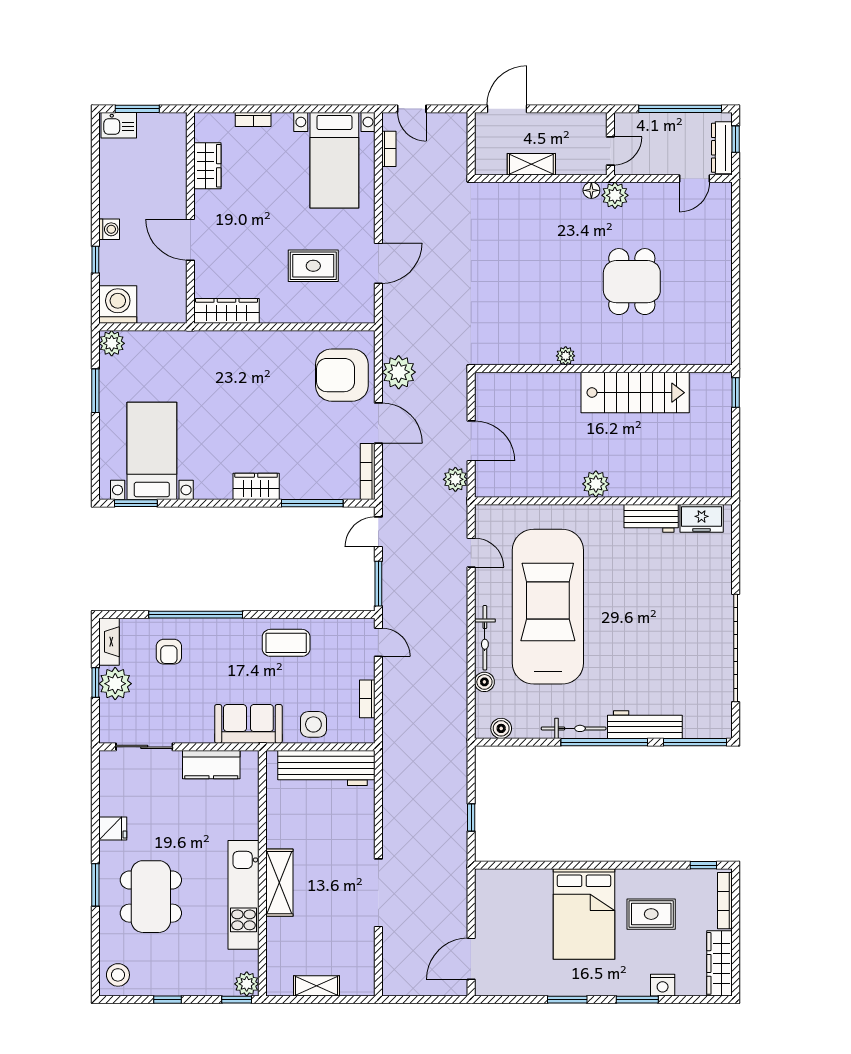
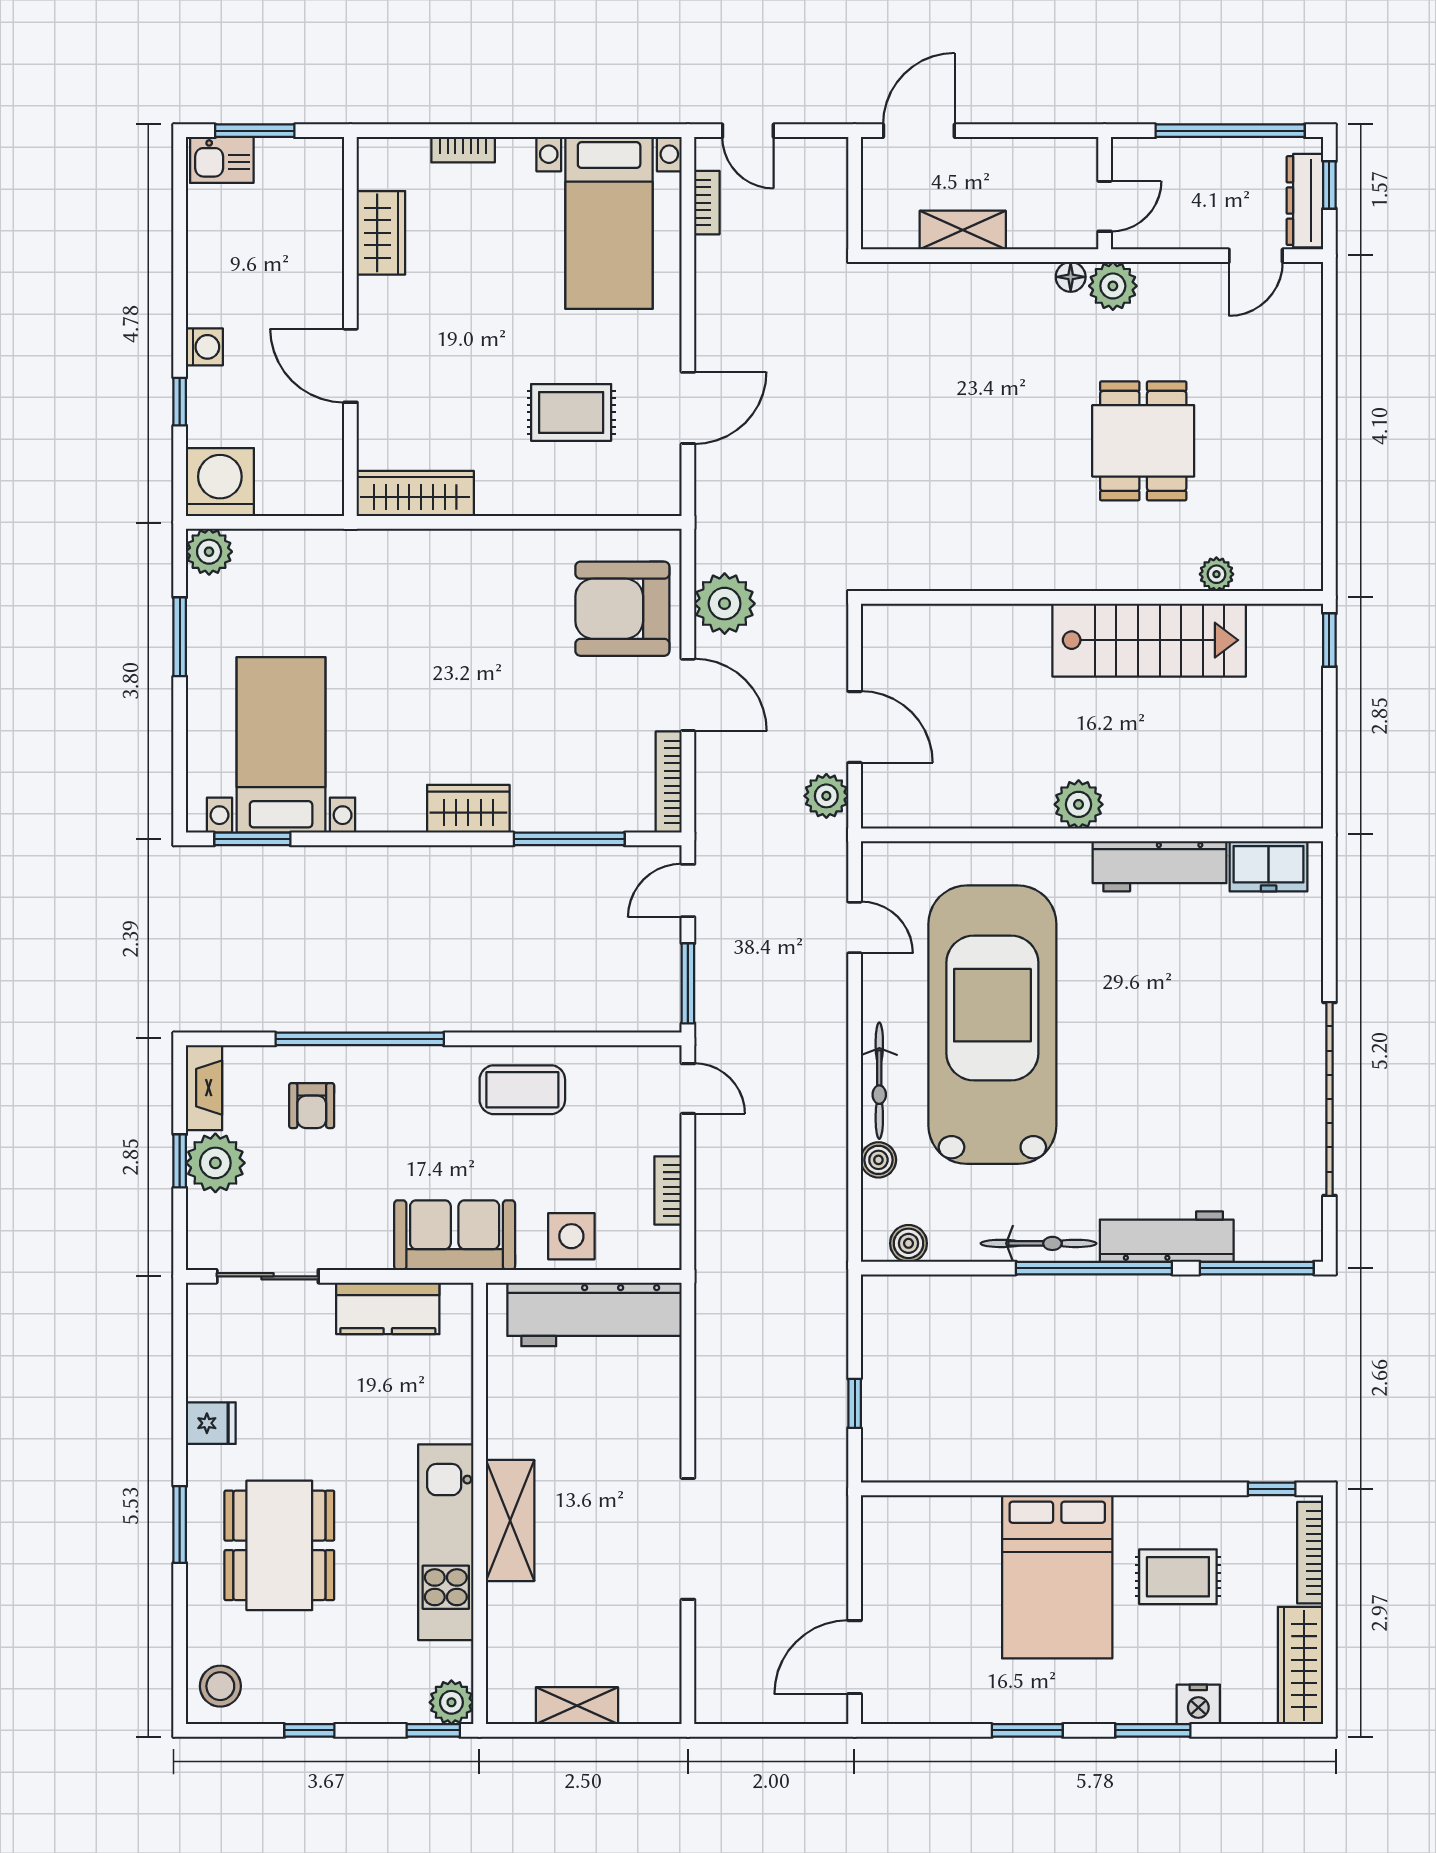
plant: (566, 356) -> (1216, 574), moved
workbench: (651, 518) -> (1160, 866), width x1.38

